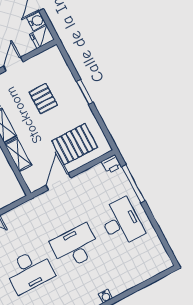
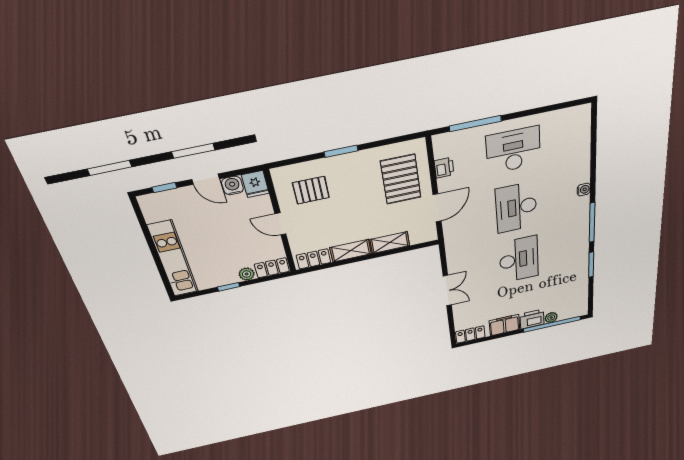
pallet: (43, 99) -> (311, 190), moved
printer: (111, 164) -> (444, 168), moved
door: (58, 182) -> (437, 208), swing flipped

